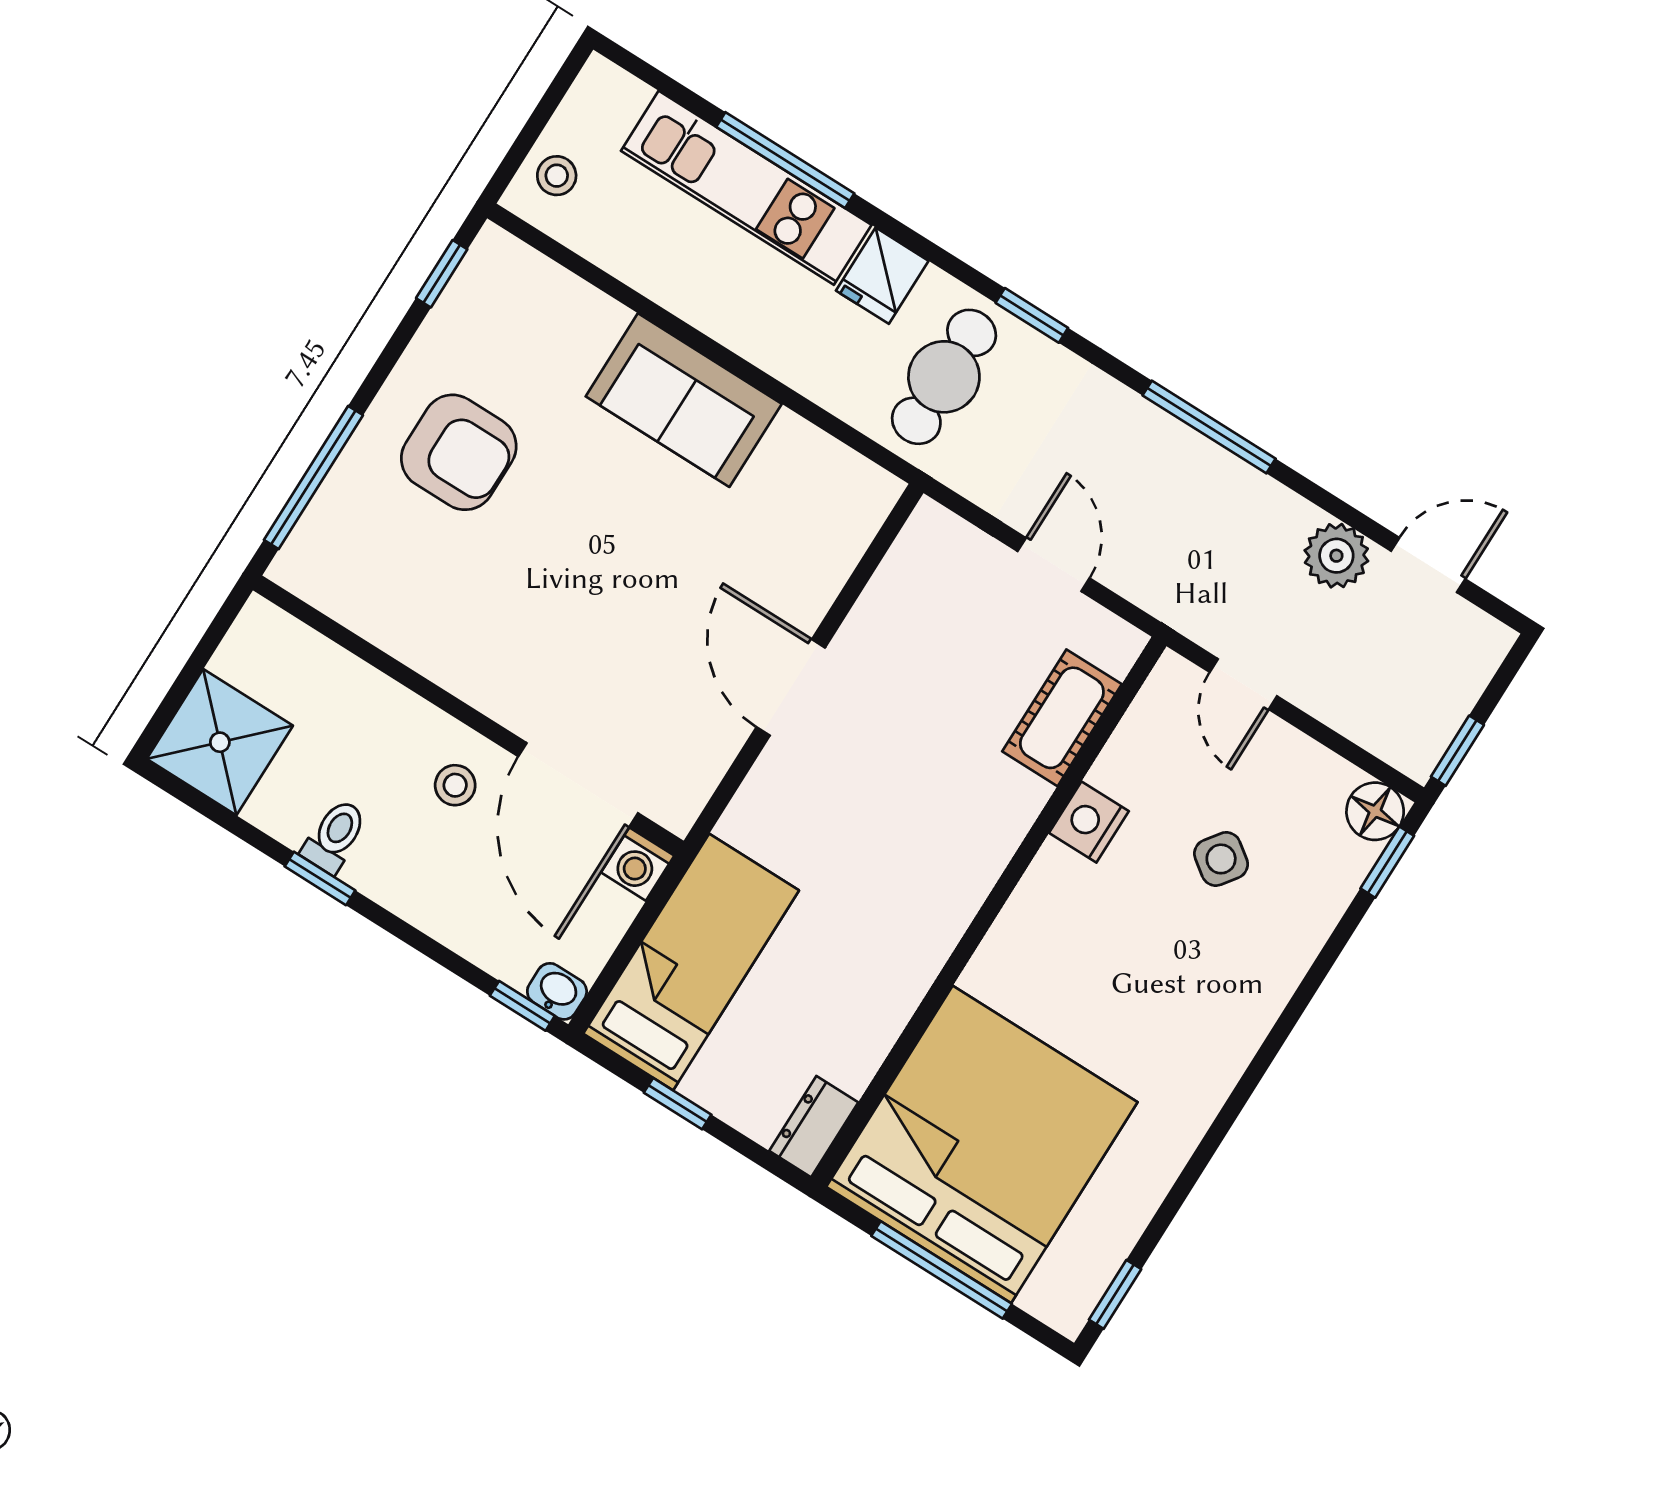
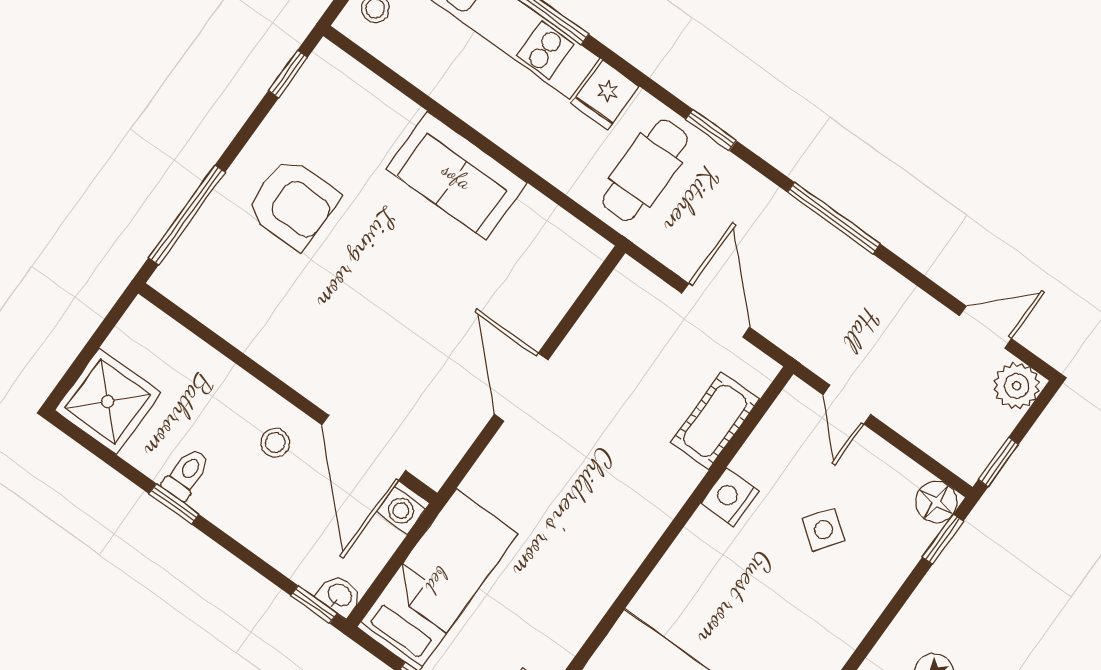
plant: (1336, 556) -> (1017, 386), moved
door: (1054, 565) -> (716, 310), width x1.38

